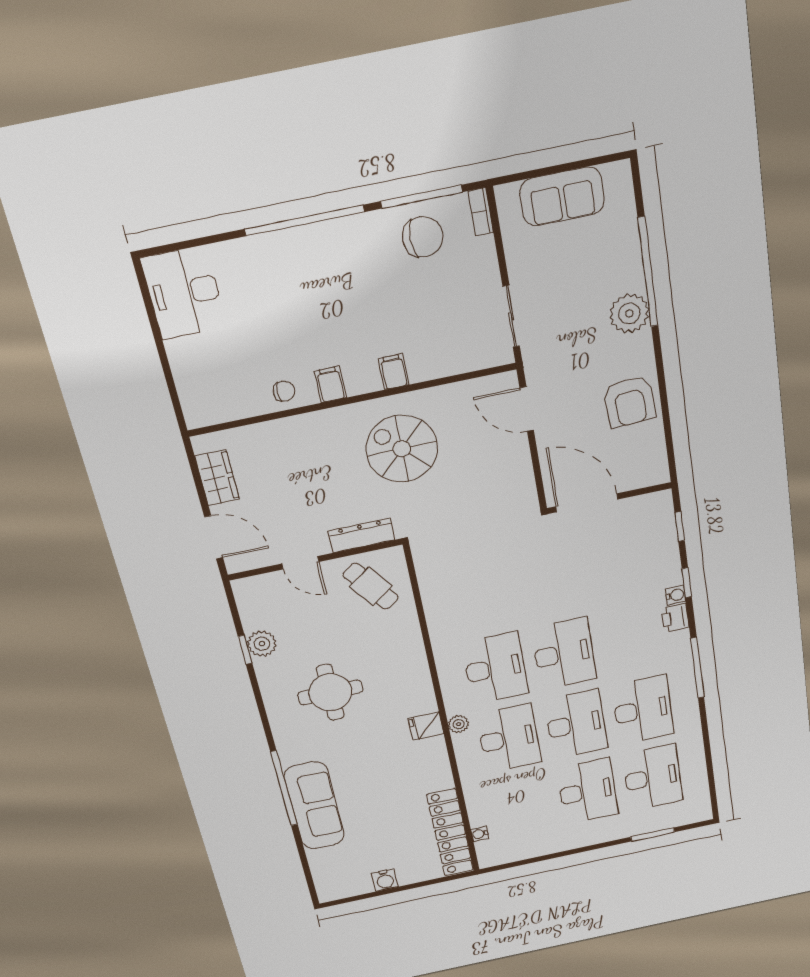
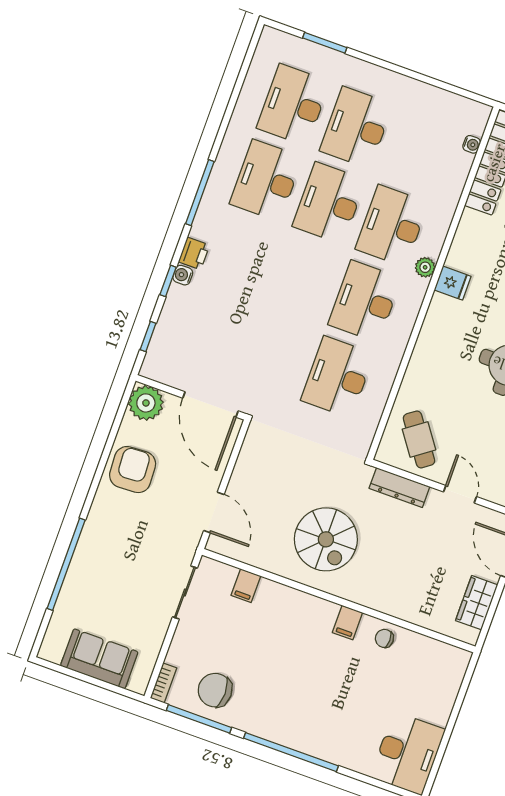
plant: (629, 313) -> (146, 403), moved
filing cabinet: (394, 372) -> (246, 586), moved
desk: (564, 654) -> (338, 377), moved

